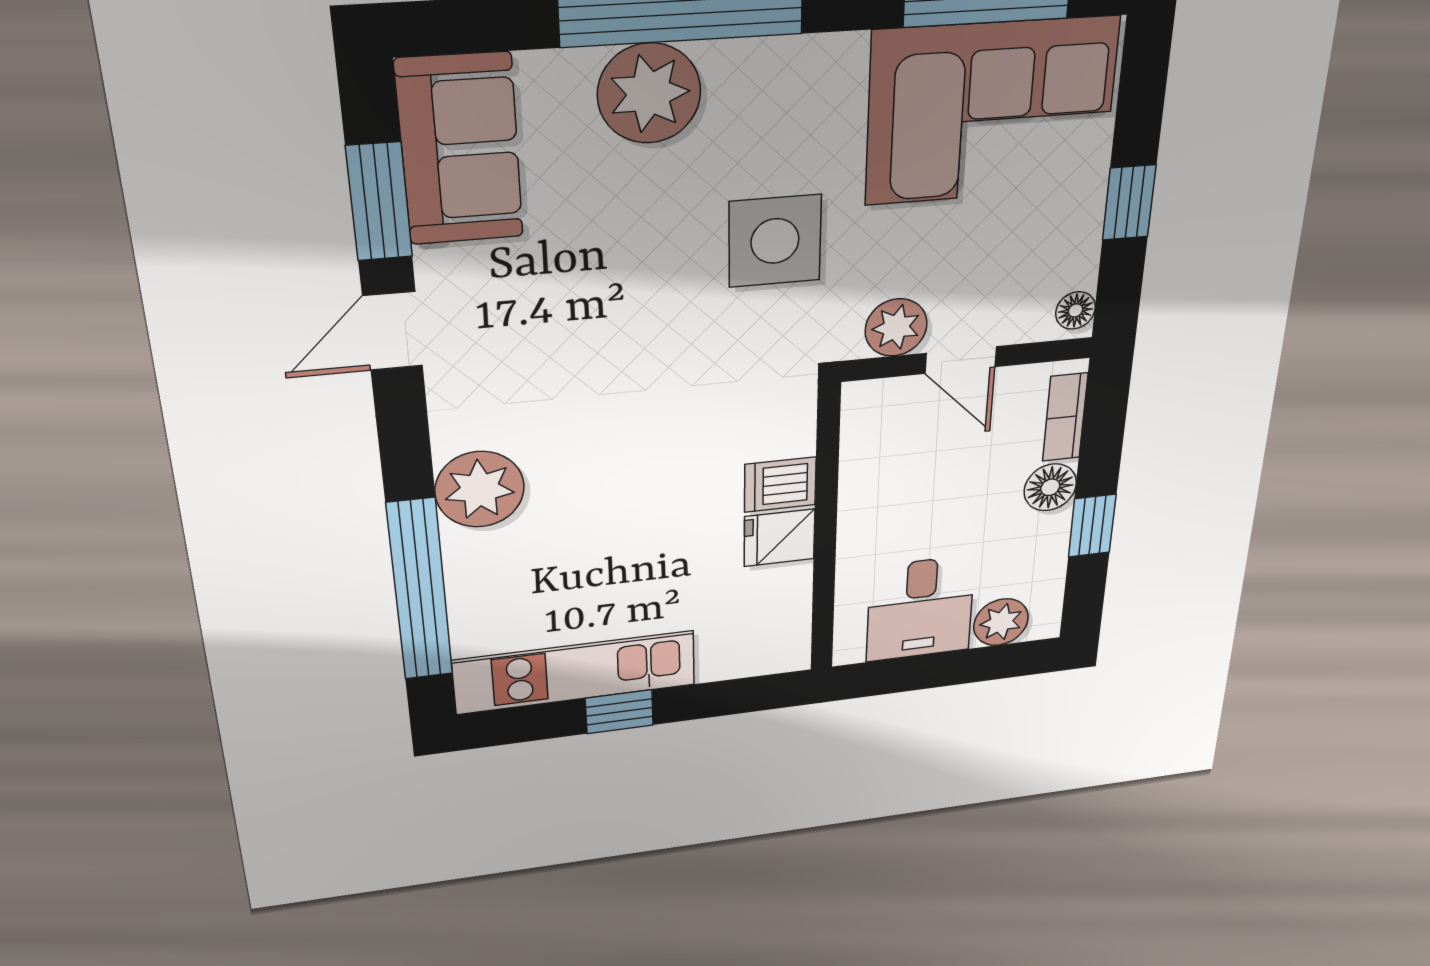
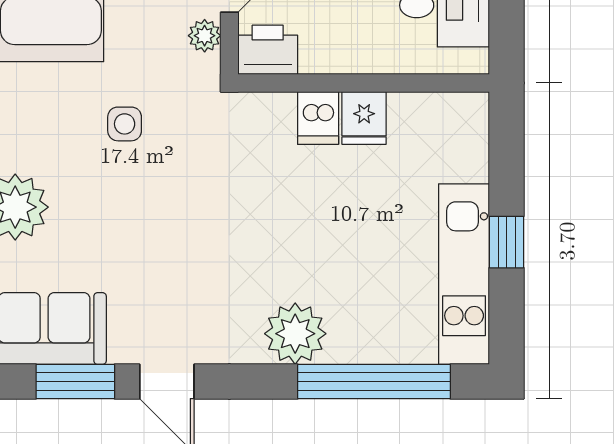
side table: (775, 241) -> (125, 124), width x0.54, depth x0.54
plant: (896, 327) -> (205, 36), width x0.73, depth x0.73
printer: (873, 415) -> (268, 50), added

